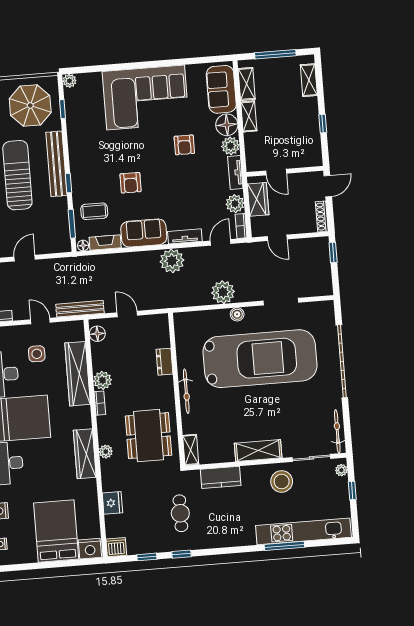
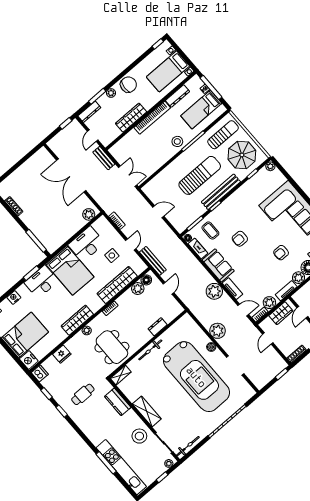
plant: (102, 380) -> (138, 289), moved
dining table: (149, 436) -> (112, 347), turned 90

